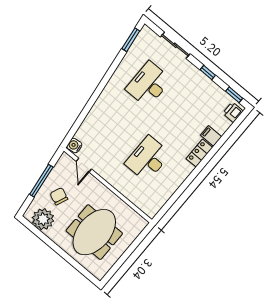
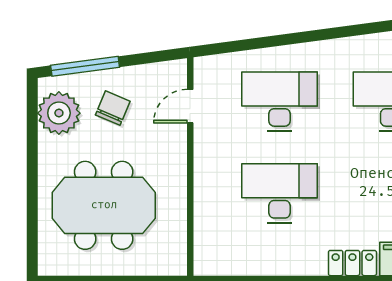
desk: (111, 128) -> (280, 101), added
water cooler: (74, 145) -> (208, 68), removed
window: (41, 181) -> (85, 66), moved

